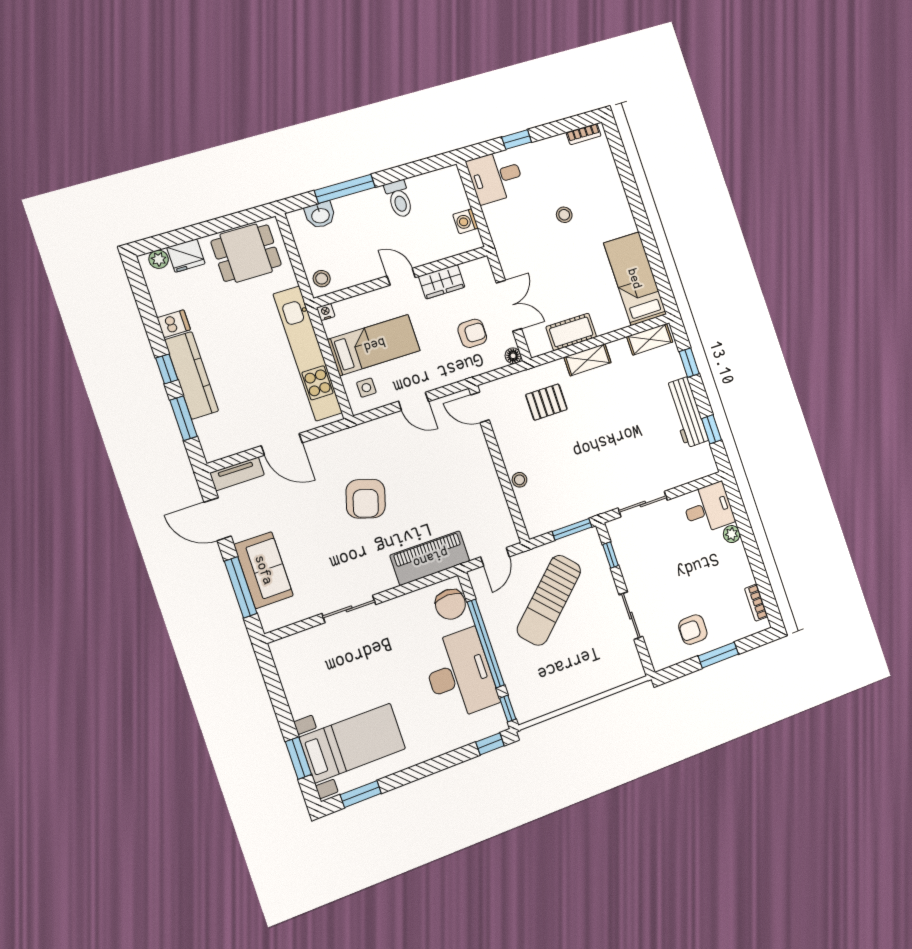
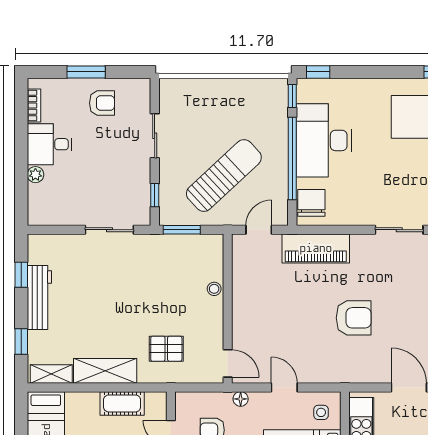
floor lamp: (513, 356) -> (241, 399), moved
shelving: (588, 360) -> (105, 371), width x1.50, depth x1.33
armchair: (366, 499) -> (354, 318), turned 73
desk: (708, 508) -> (50, 144), moved

